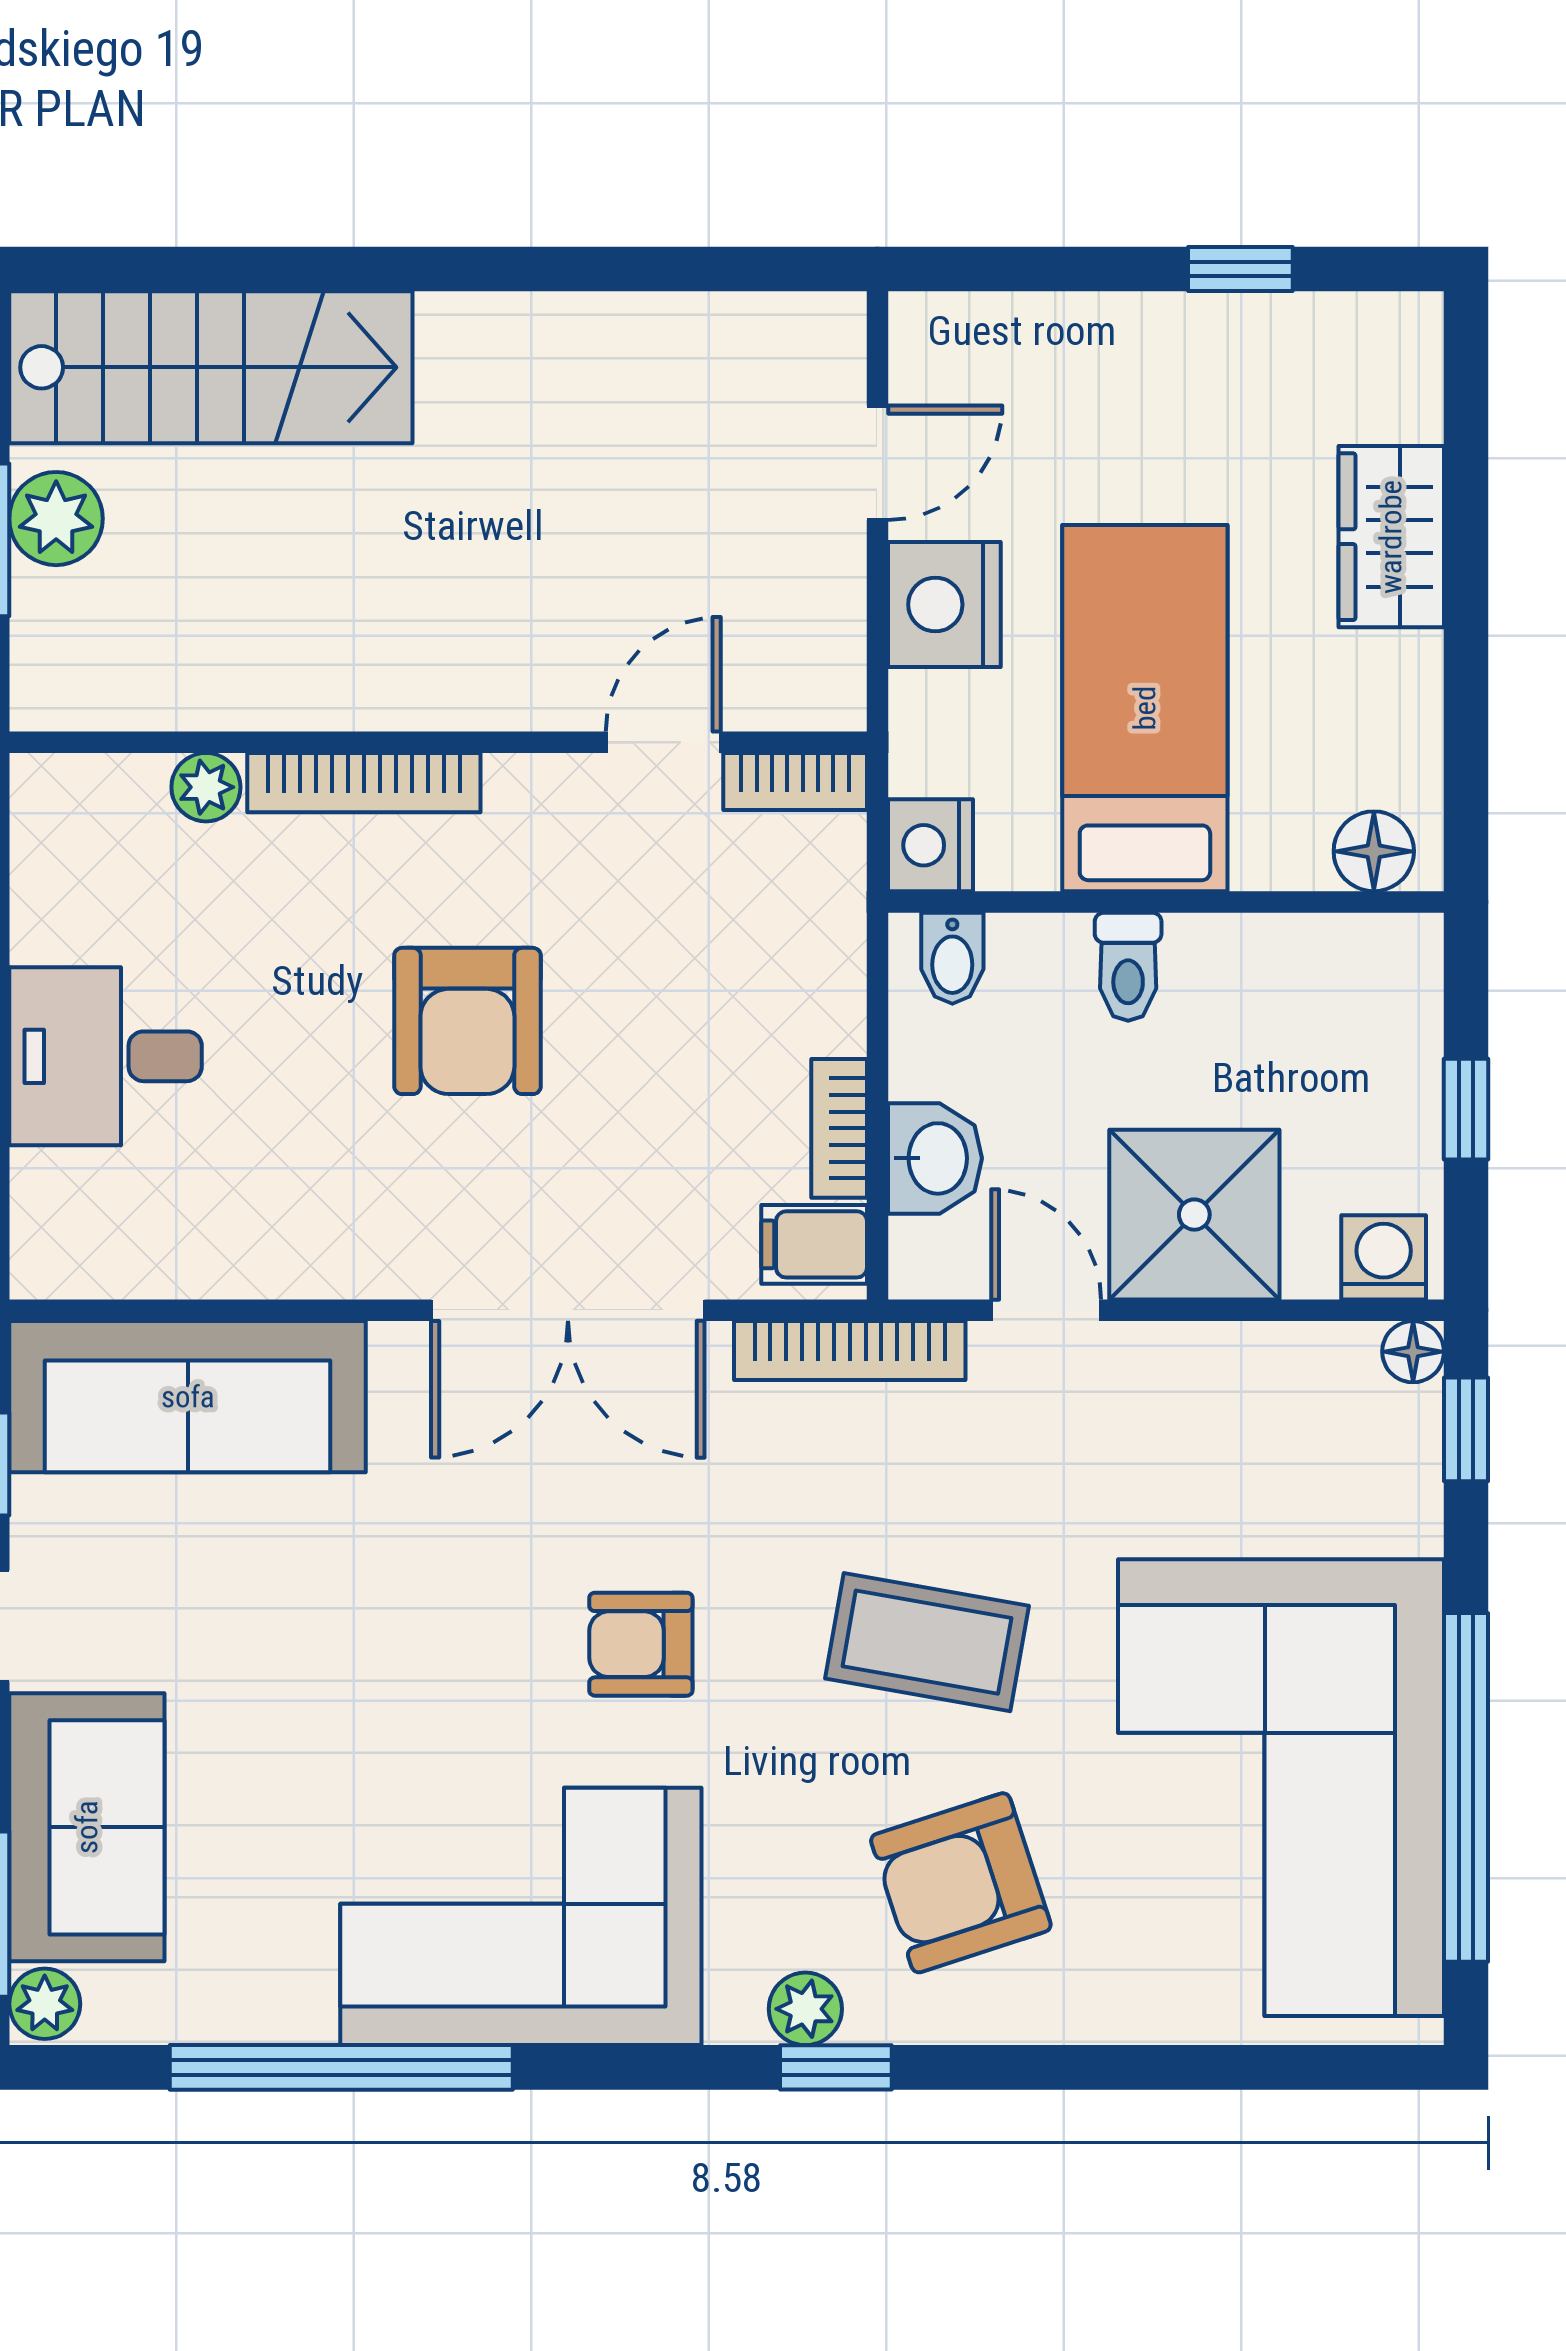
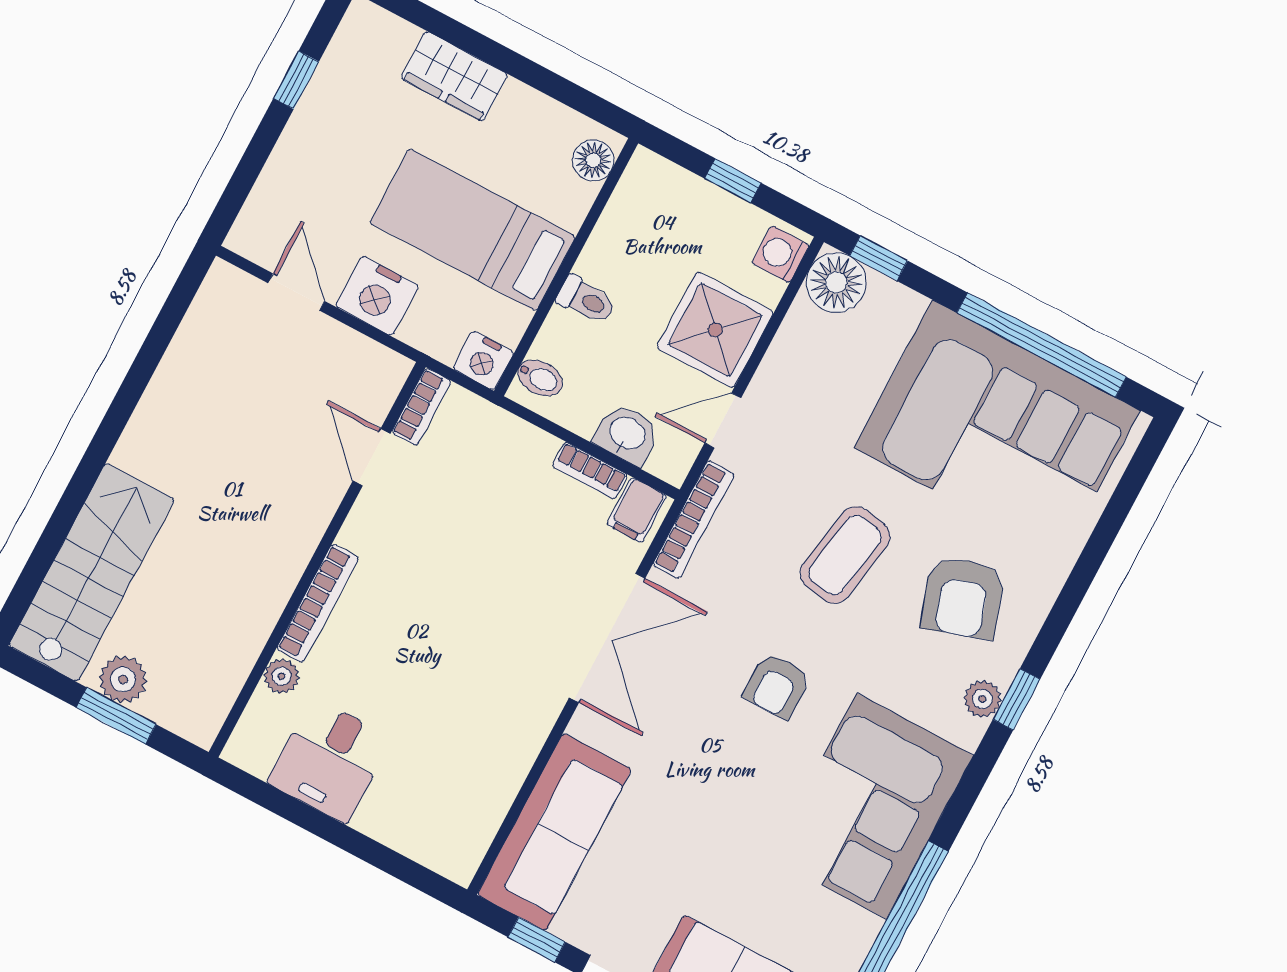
armchair: (467, 1021) -> (451, 614), removed
desk: (106, 1056) -> (329, 760), moved
floor lamp: (1413, 1352) -> (836, 282), width x1.89, depth x1.89

